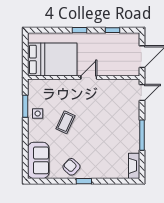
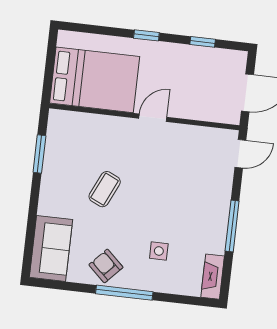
side table: (38, 113) -> (159, 251), moved
window: (84, 181) -> (124, 293), width x2.17

